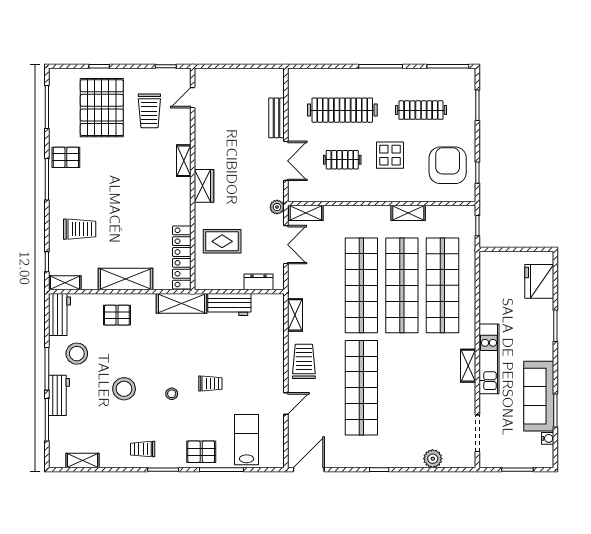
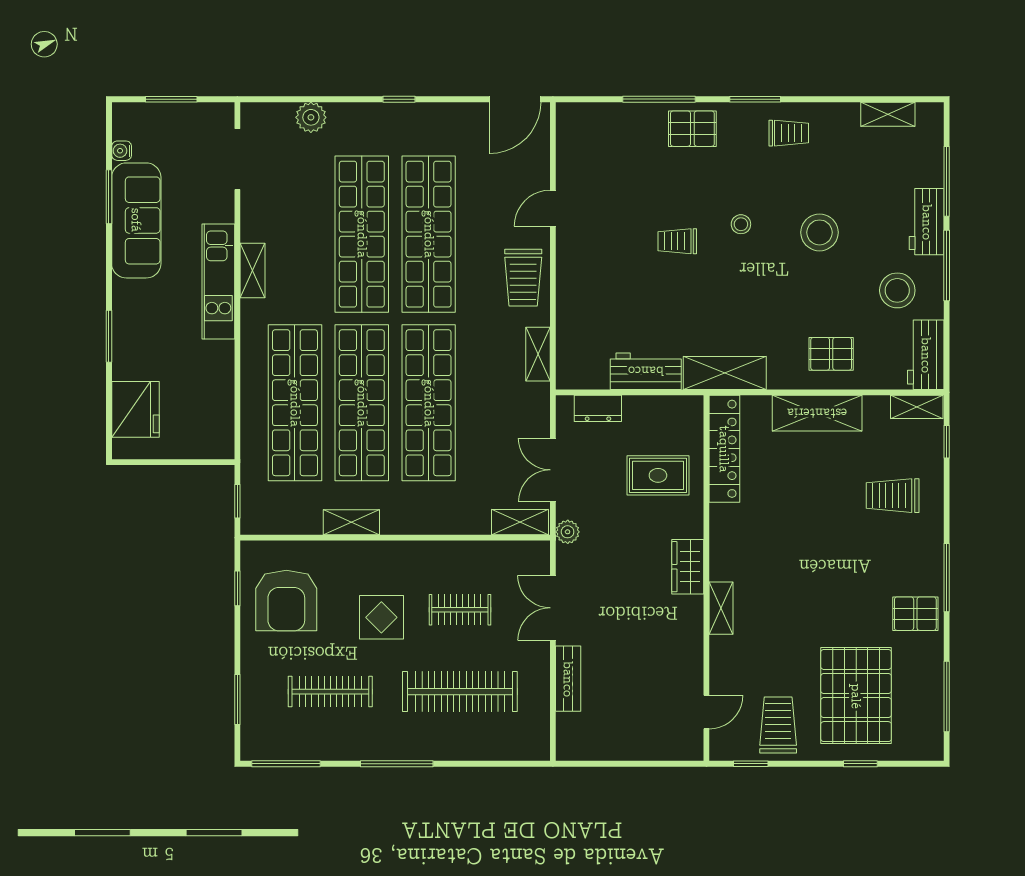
trolley: (149, 111) -> (778, 725), moved
shop shelf: (402, 388) -> (362, 234), added
lab bench: (247, 440) -> (618, 149), removed

